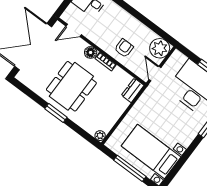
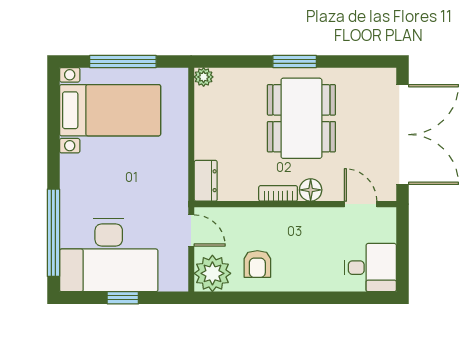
door: (74, 30) -> (361, 204), hinge flipped
armchair: (124, 48) -> (257, 264), moved

